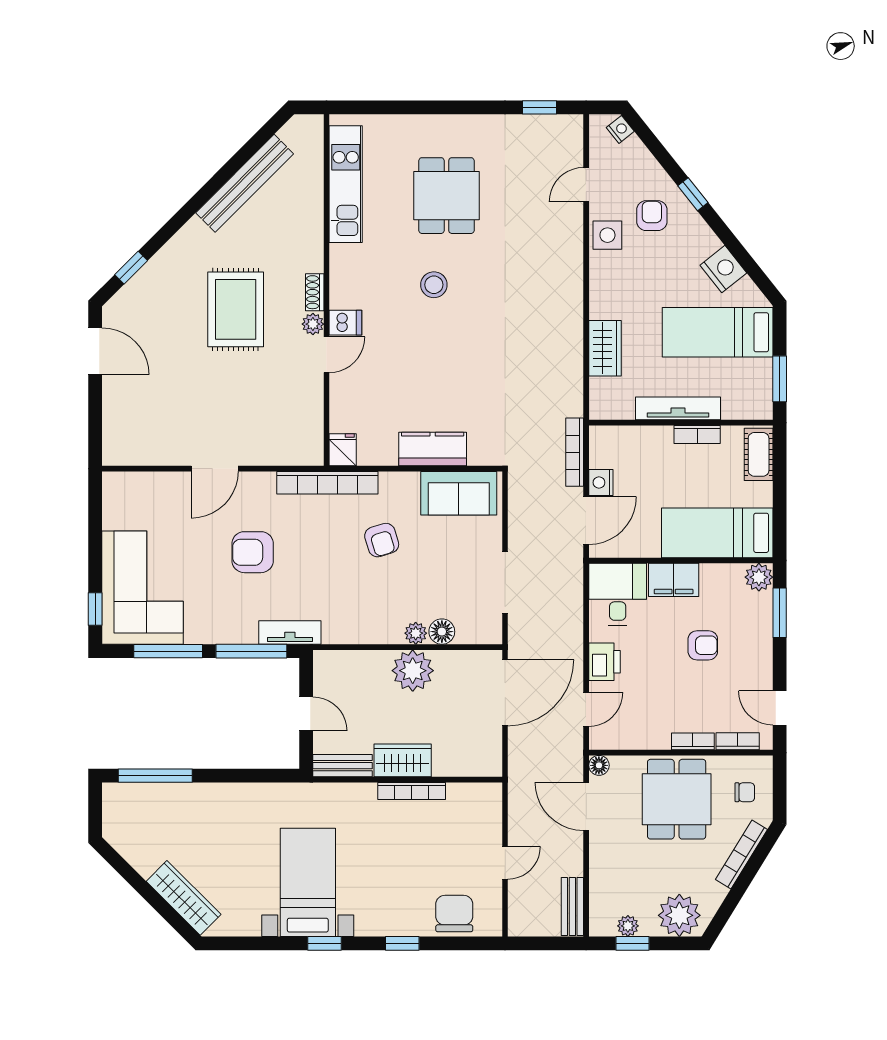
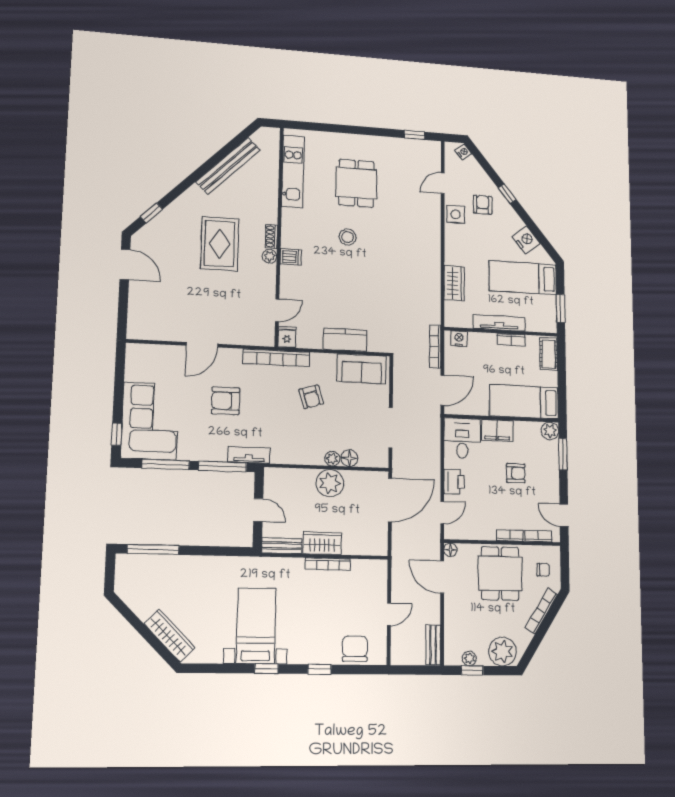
door: (326, 355) -> (277, 310), moved
nightstand: (601, 483) -> (459, 339), moved, turned 90

